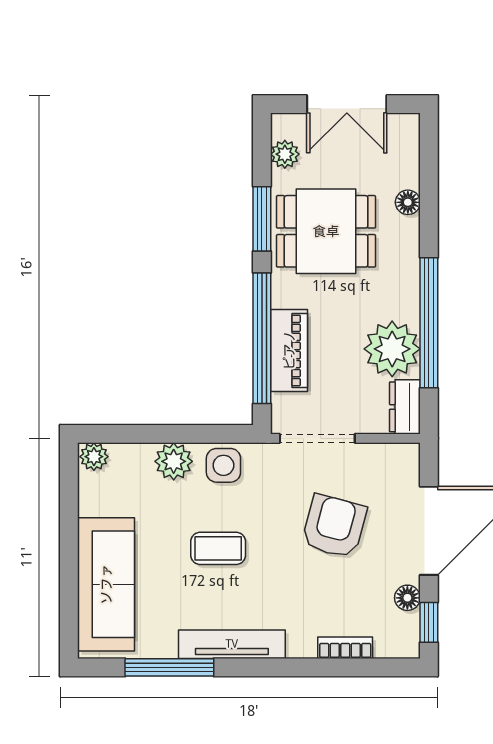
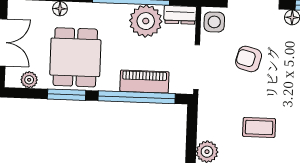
side table: (223, 465) -> (214, 22), moved
armchair: (334, 526) -> (249, 59), width x0.72, depth x0.72
coffee table: (218, 548) -> (259, 127), turned 90

